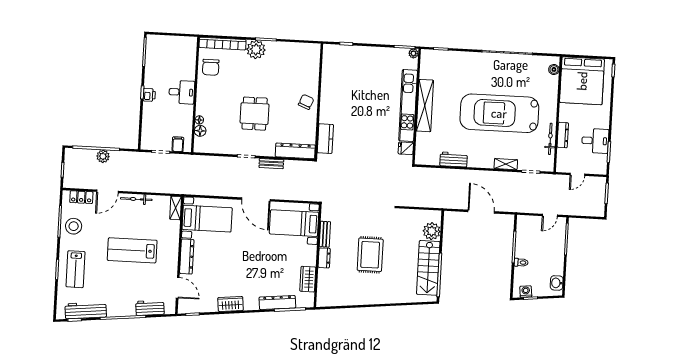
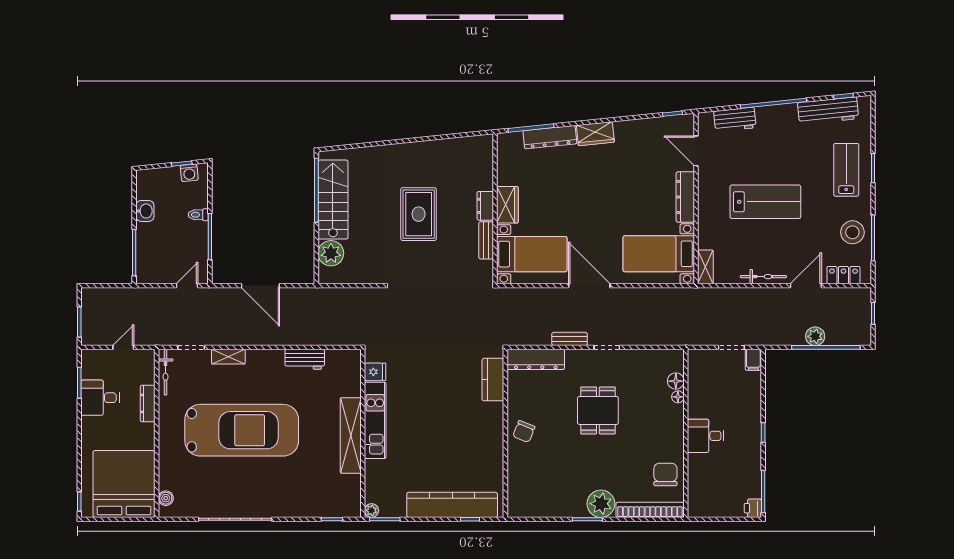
kitchen counter: (358, 54) -> (452, 505), added
printer: (149, 95) -> (753, 508), moved
kitchen unit: (408, 105) -> (375, 420), width x0.73
bicycle: (550, 139) -> (166, 372), moved
filing cabinet: (178, 144) -> (753, 360), moved
door: (550, 215) -> (187, 286), moved
wardrobe: (308, 279) -> (507, 205), moved
washbasin: (557, 283) -> (145, 211), moved
wardrobe: (231, 304) -> (595, 134), moved

